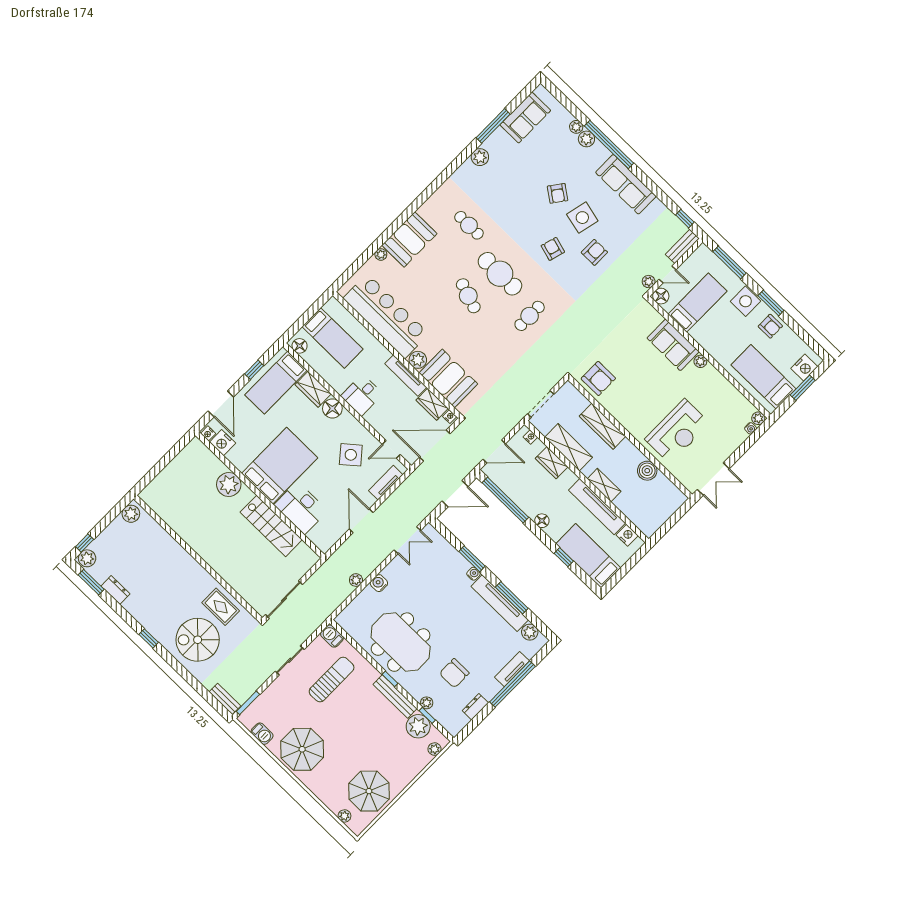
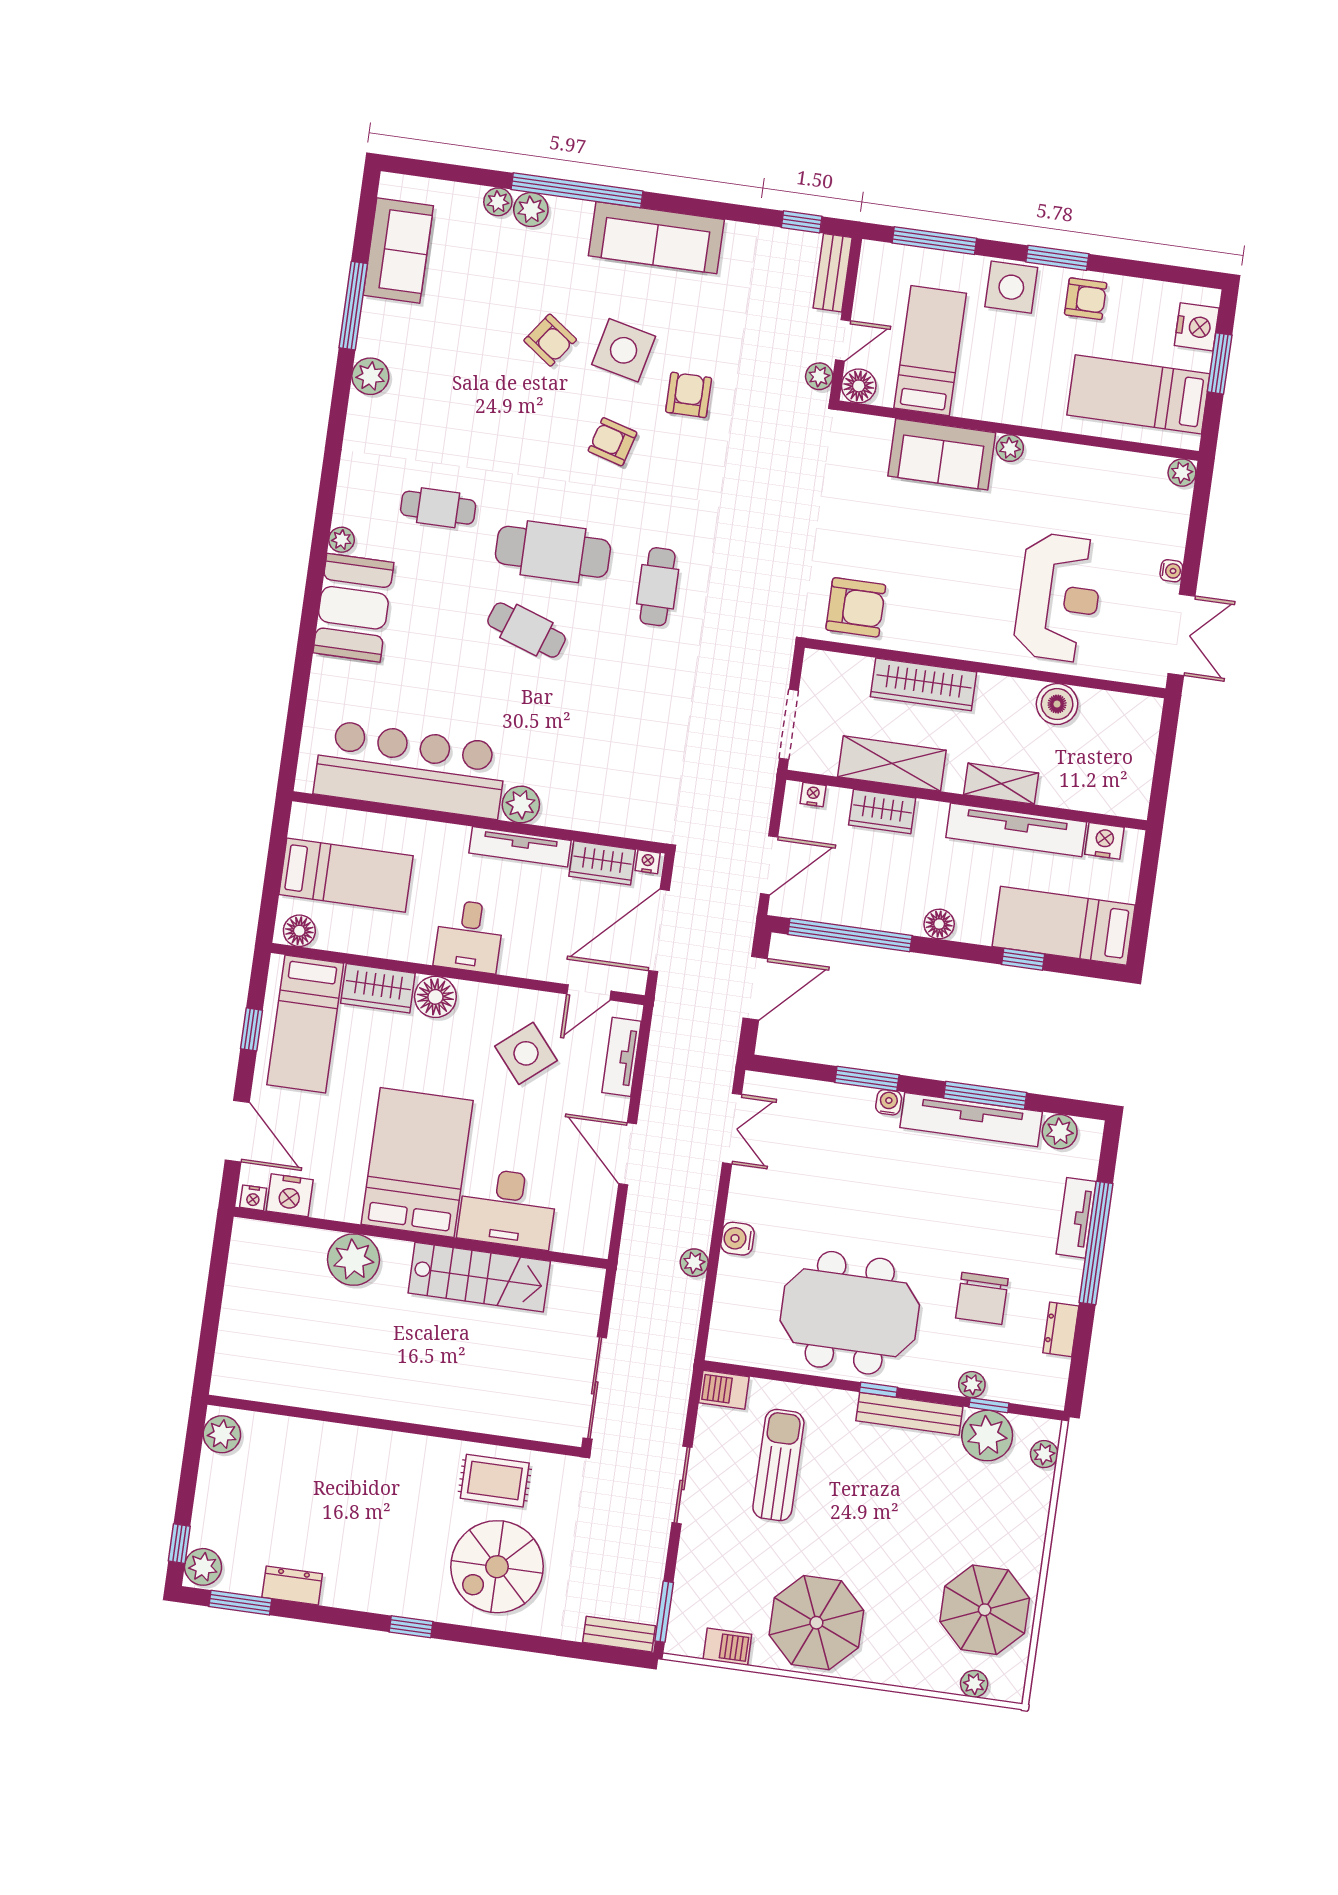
plant: (381, 254) -> (342, 540), moved
booth: (448, 378) -> (597, 798), removed
water cooler: (751, 428) -> (1171, 571), moved

